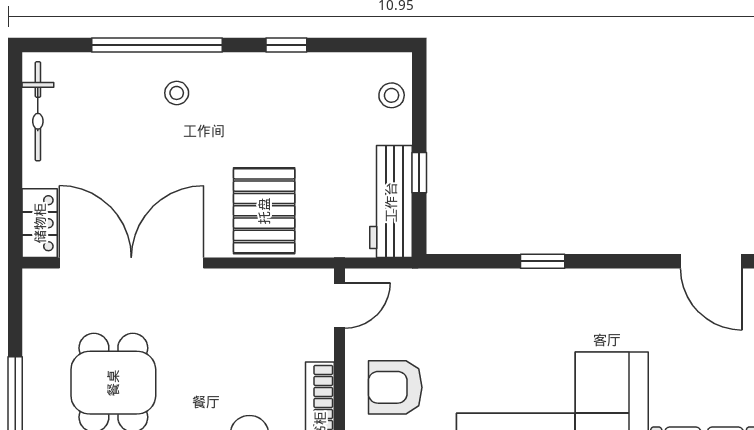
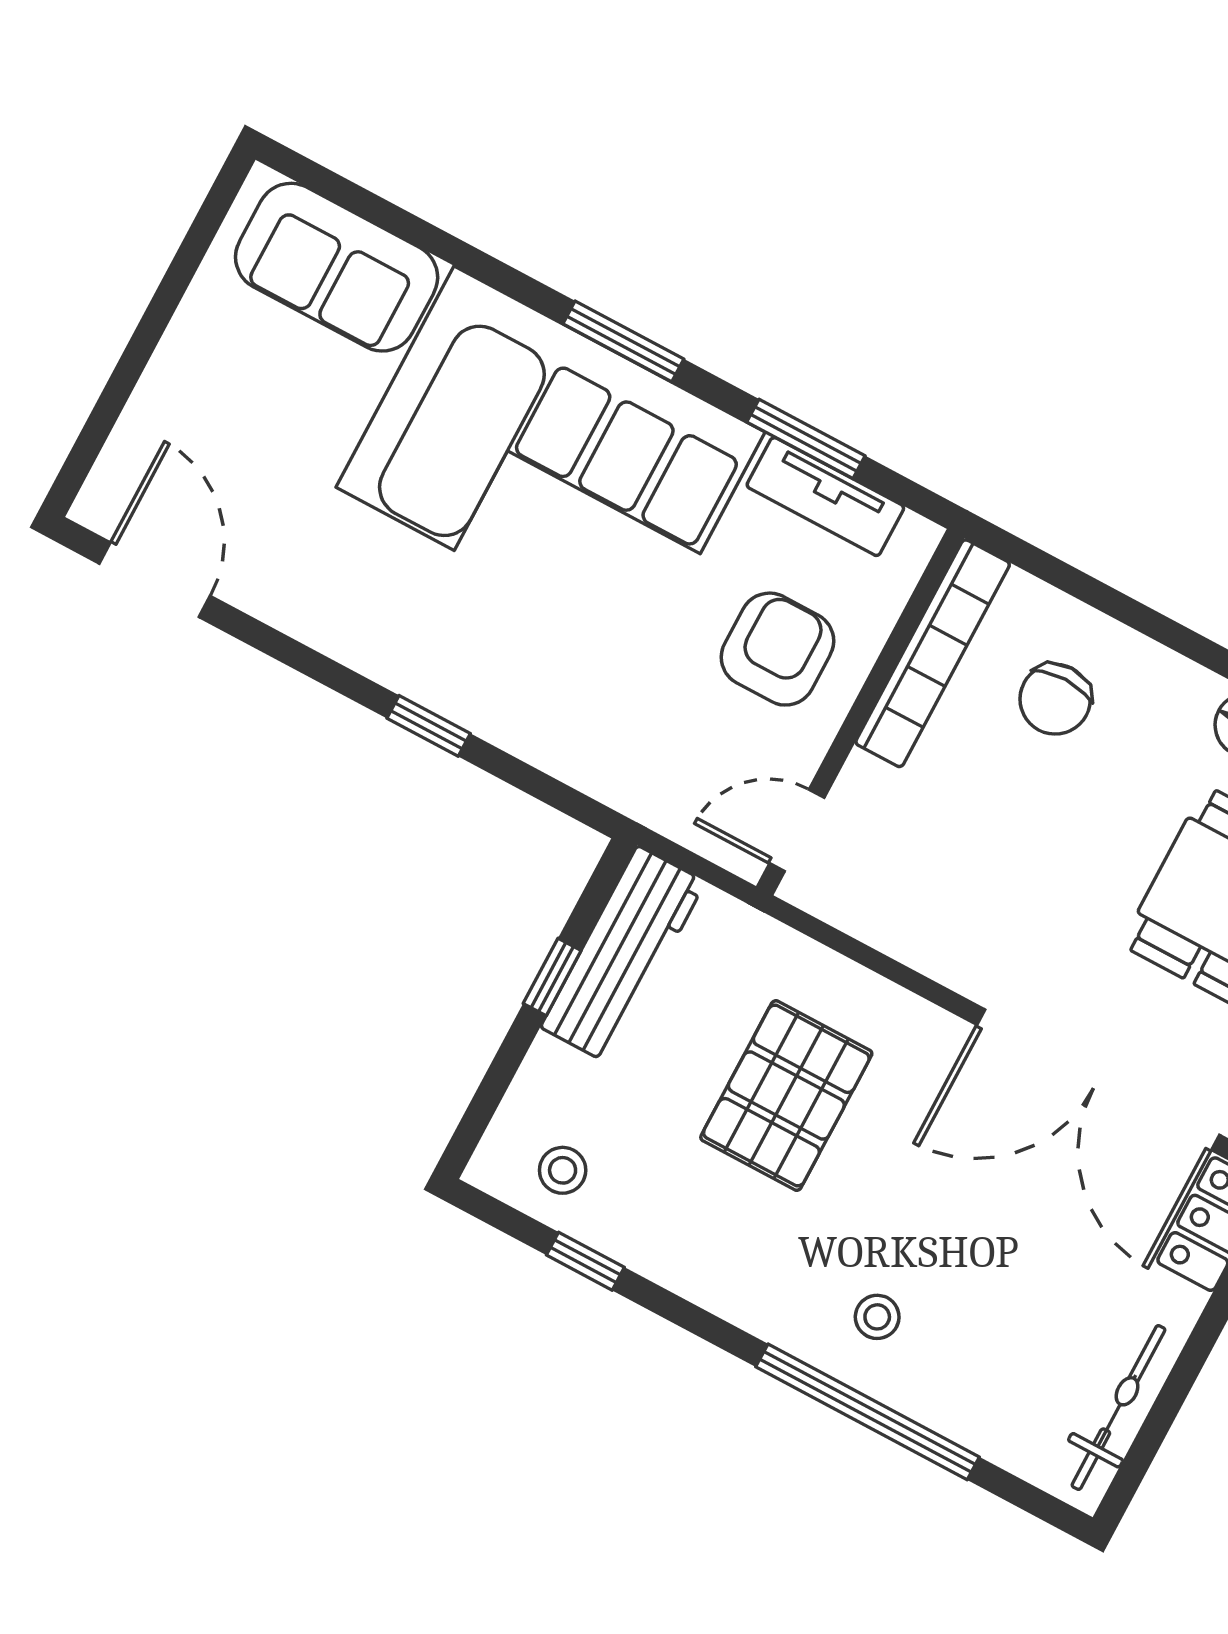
window: (286, 45) -> (585, 1261), moved
stool: (392, 95) -> (563, 1170), moved
pallet: (264, 211) -> (786, 1095), moved
armchair: (395, 387) -> (777, 649), turned -90

